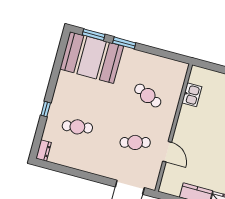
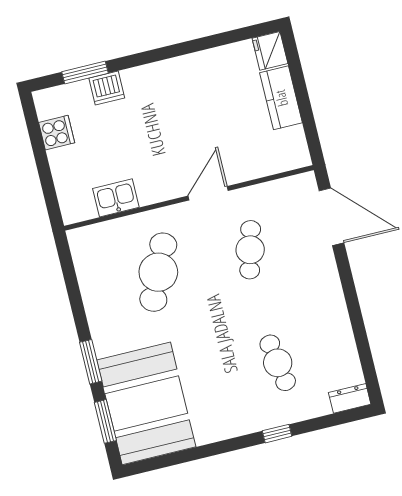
cafe table: (148, 96) -> (158, 272), width x1.37, depth x1.35
cafe table: (135, 142) -> (250, 250), turned 30
door: (167, 152) -> (208, 193), moved

